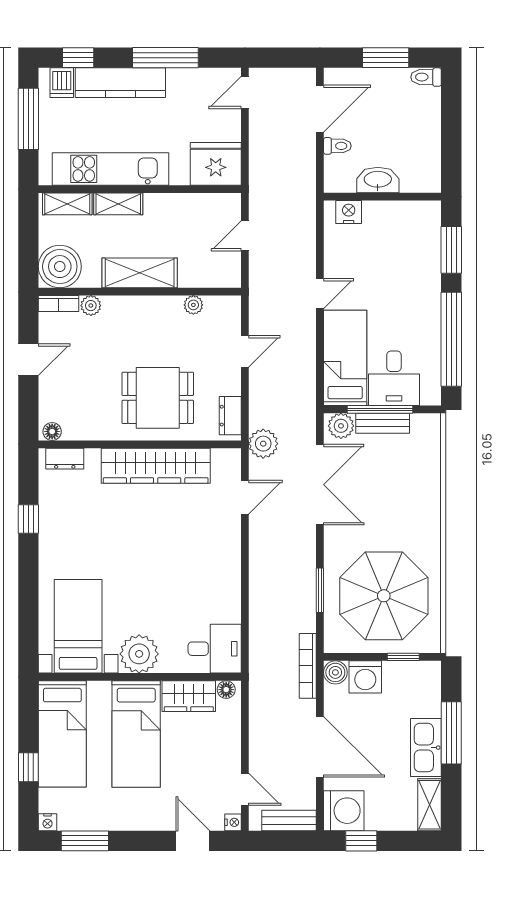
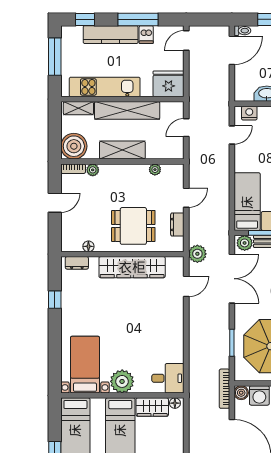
dishwasher: (62, 83) -> (146, 35), moved
toilet: (337, 146) -> (242, 31), moved
shelving: (118, 204) -> (127, 110), width x2.20, depth x1.33
door: (320, 294) -> (232, 135), moved
dresser: (230, 416) -> (177, 225), moved
floor lamp: (52, 431) -> (88, 246), moved

